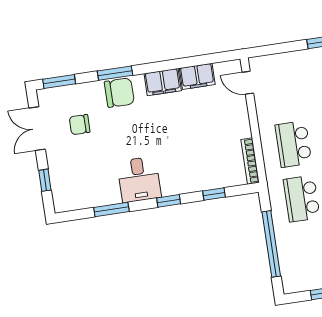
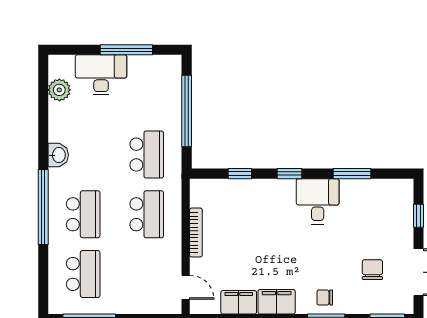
chair: (119, 93) -> (325, 298), width x0.54, depth x0.54
chair: (80, 125) -> (372, 270), turned -90
bookcase: (250, 161) -> (196, 233), moved

